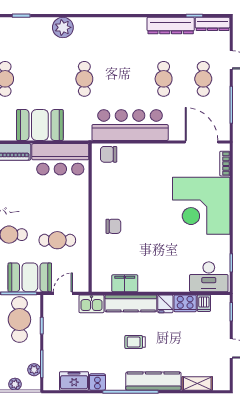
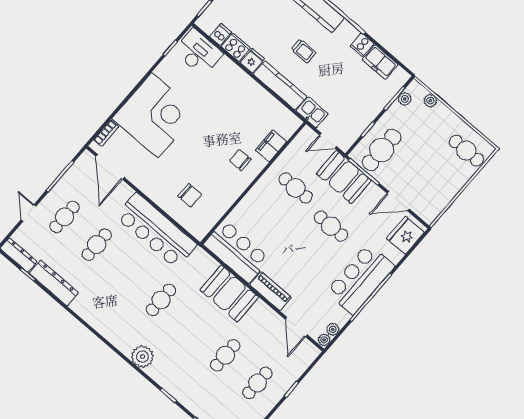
chair: (109, 154) -> (190, 195), moved
filing cabinet: (125, 283) -> (271, 146), moved, turned 90

